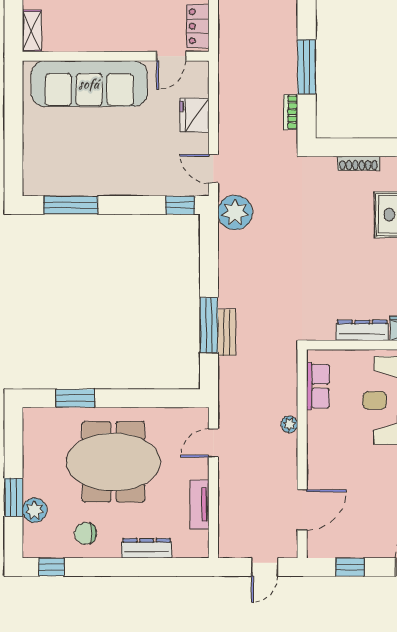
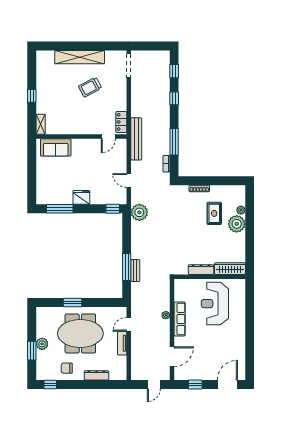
bench: (229, 61) -> (136, 139), added
sofa: (89, 84) -> (56, 147), width x0.54, depth x0.79
fridge: (194, 115) -> (81, 197), moved, turned 90
door: (213, 169) -> (129, 181), moved
row of seats: (318, 386) -> (180, 319), moved, width x1.48
window: (75, 398) -> (73, 303), moved
tv unit: (200, 504) -> (122, 343), moved
plant: (35, 510) -> (42, 344), moved

